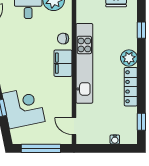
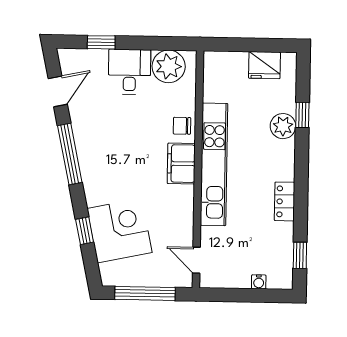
plant: (129, 58) -> (283, 126), moved
locker: (131, 87) -> (285, 201), width x0.66

